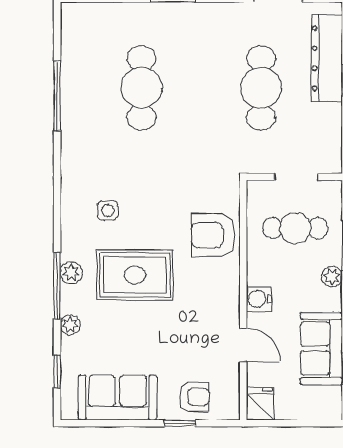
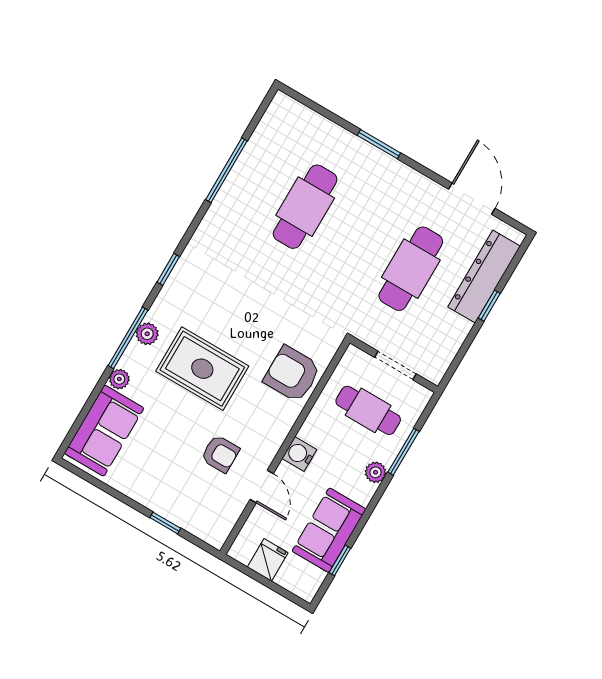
side table: (108, 210) -> (212, 298), removed
window: (57, 371) -> (168, 269), moved
armchair: (194, 397) -> (220, 454), moved
sofa: (117, 398) -> (104, 431), moved, turned 90
fridge: (260, 404) -> (268, 560), moved

